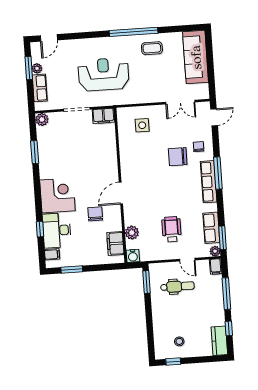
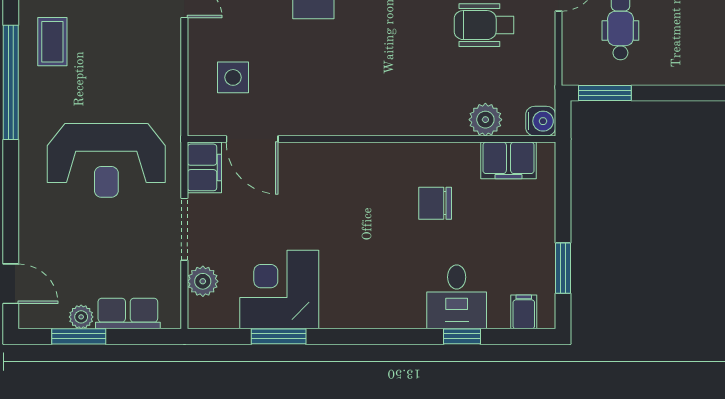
reception desk: (104, 74) -> (106, 160), turned -90
plant: (42, 119) -> (203, 281), moved
door: (121, 193) -> (252, 139), moved
corner desk: (57, 195) -> (279, 290), moved
desk: (57, 230) -> (457, 297), width x0.73

